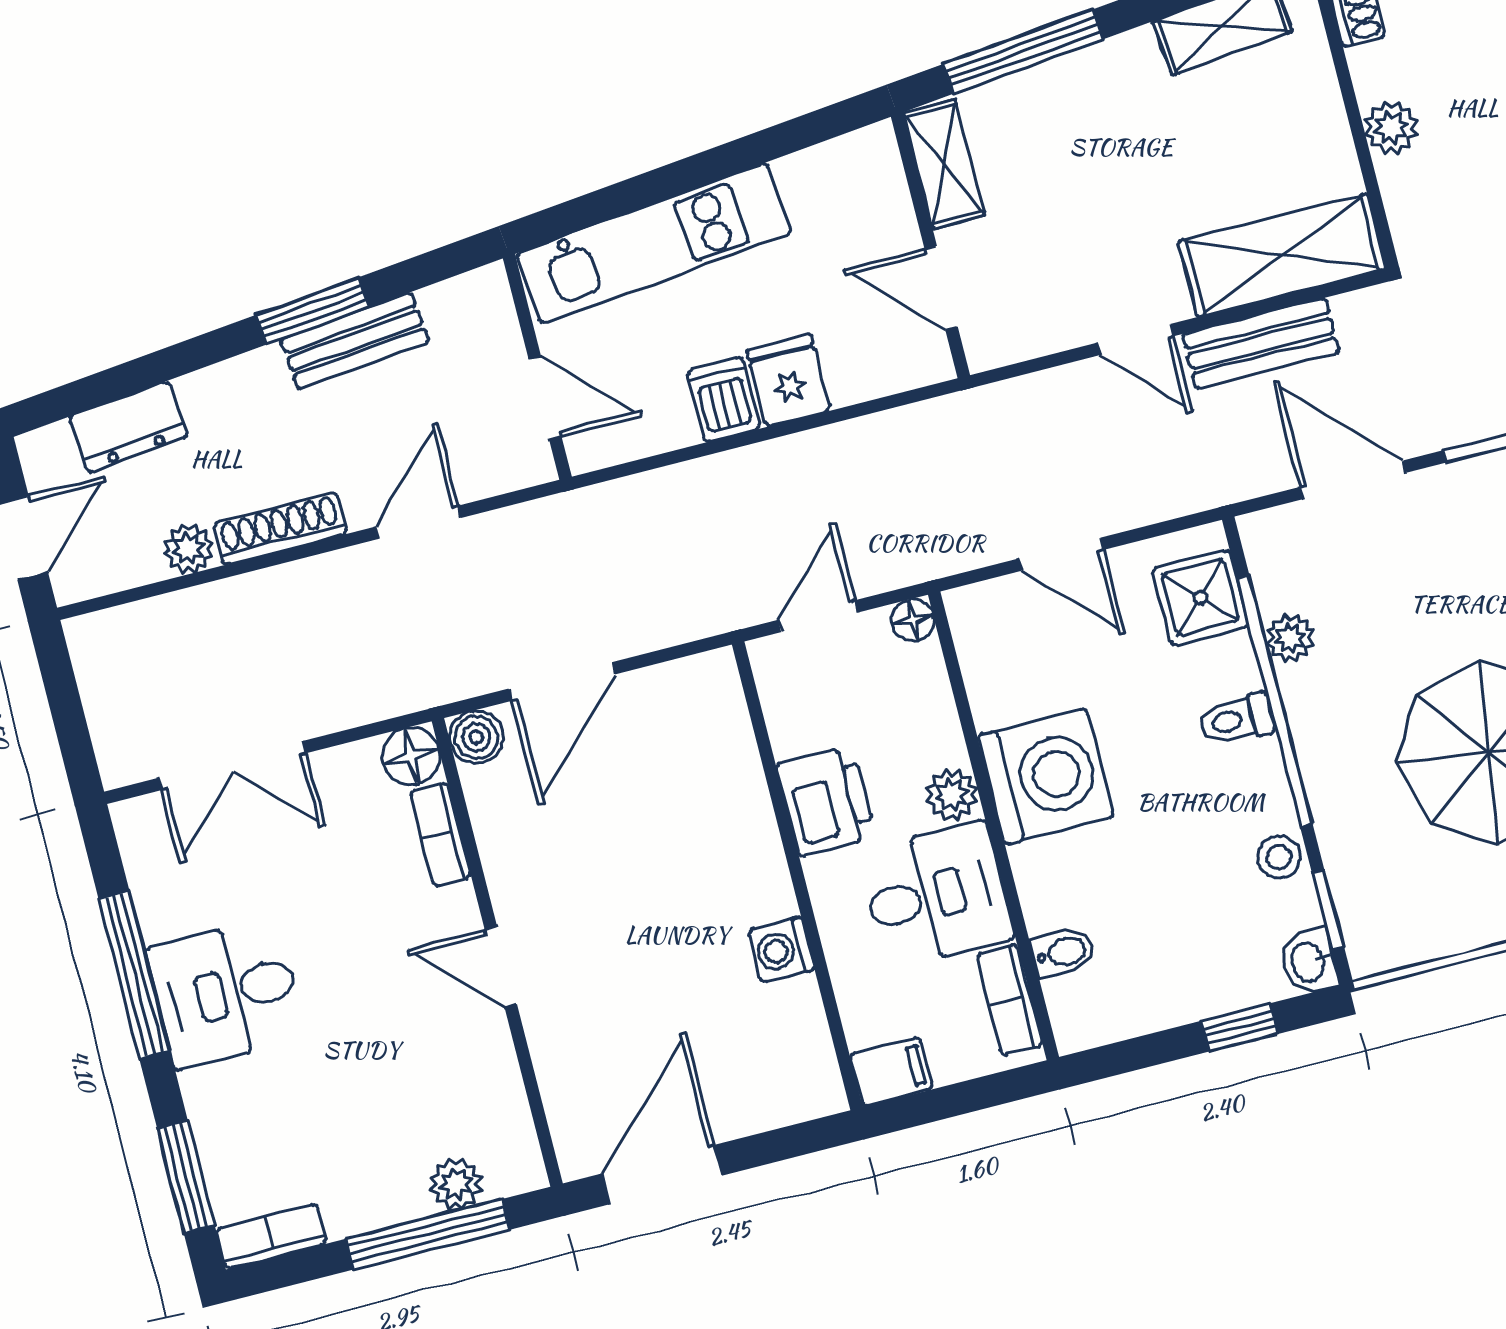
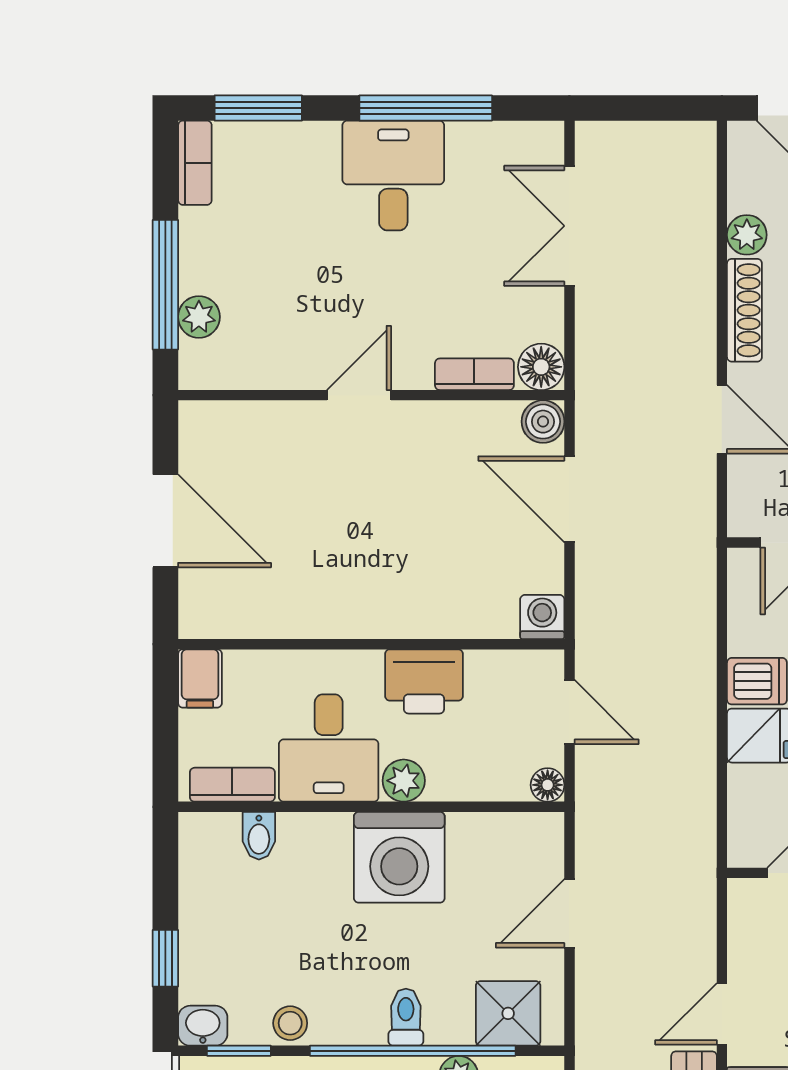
washing machine: (781, 950) -> (542, 617), moved
door: (662, 1175) -> (165, 521), moved

